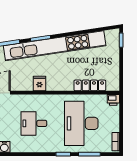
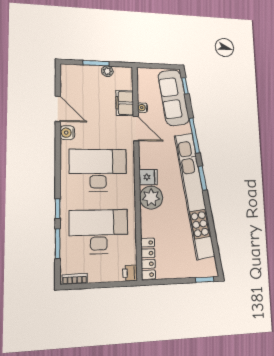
plant: (56, 82) -> (151, 198), added
locker: (90, 85) -> (148, 259), moved
desk: (34, 123) -> (98, 170), width x1.87, depth x1.30

